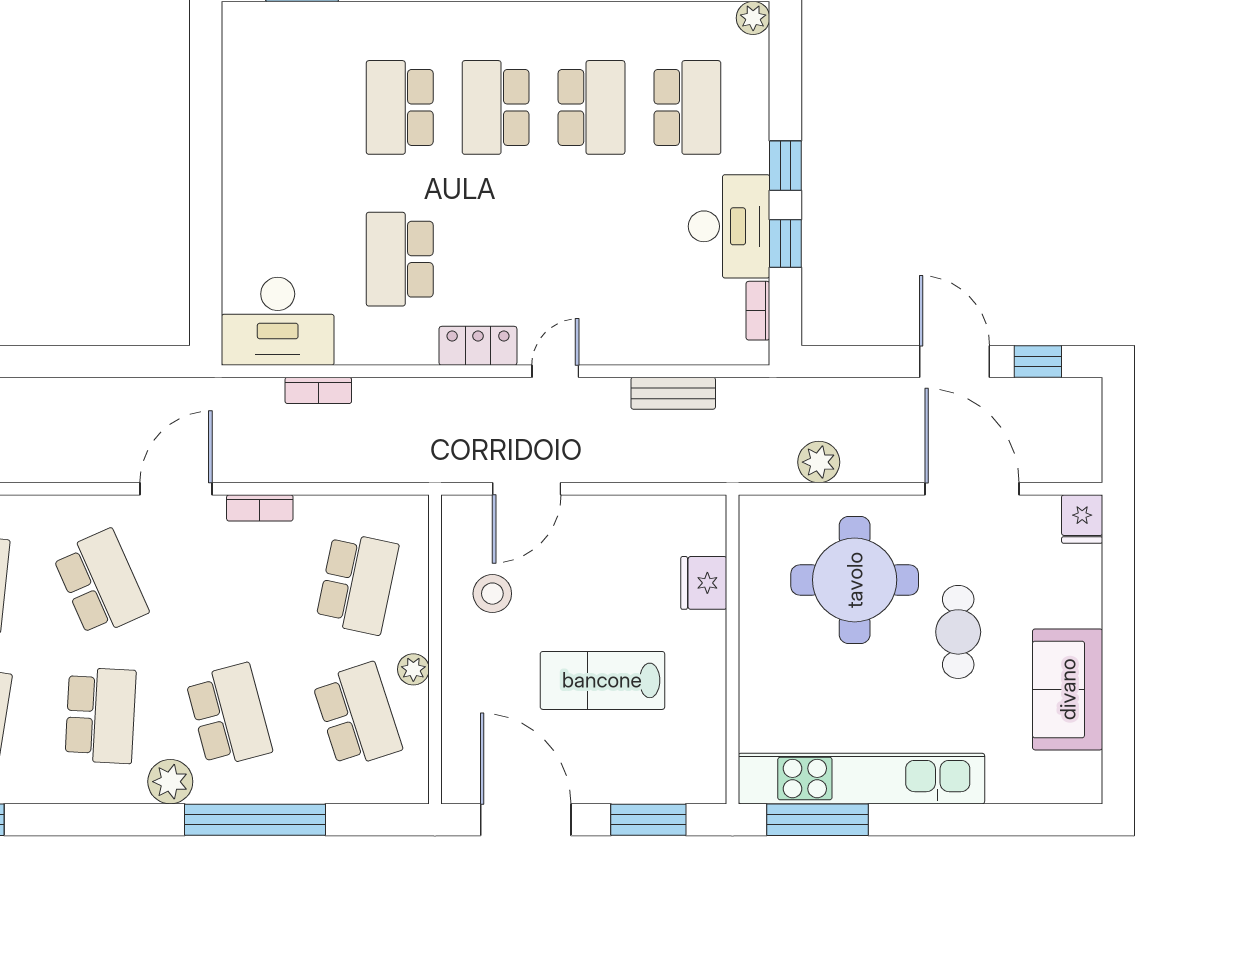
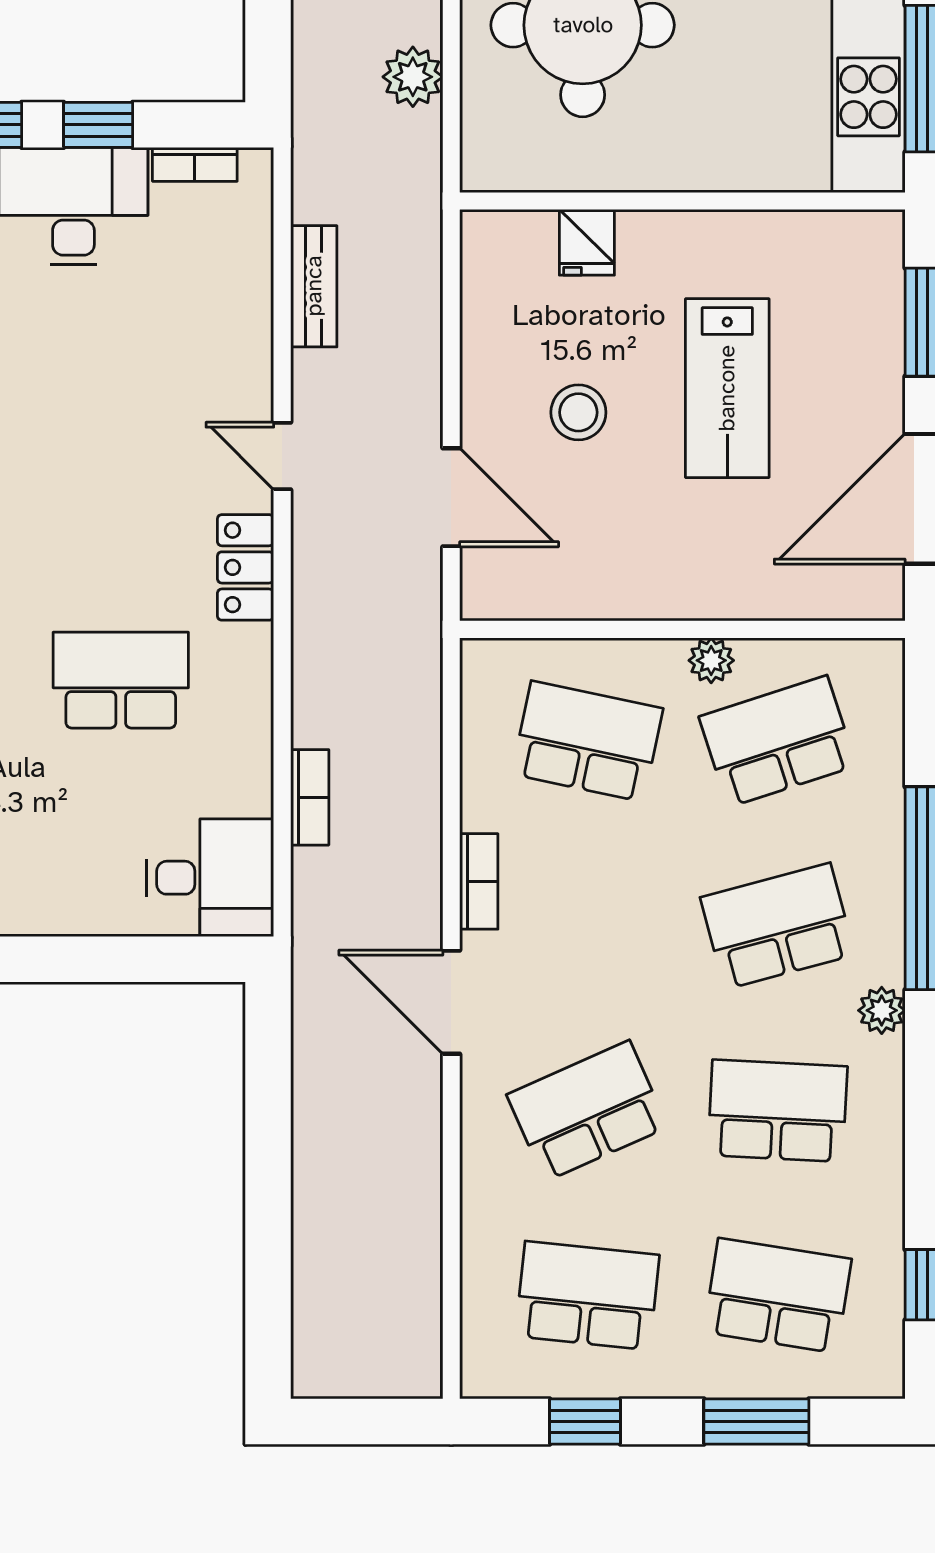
school desk: (400, 259) -> (121, 680), turned 180
desk: (278, 321) -> (210, 878), width x0.73
fridge: (704, 583) -> (587, 242), width x0.72
stool: (492, 594) -> (578, 412), moved
plant: (170, 782) -> (882, 1010), width x0.73, depth x0.73

